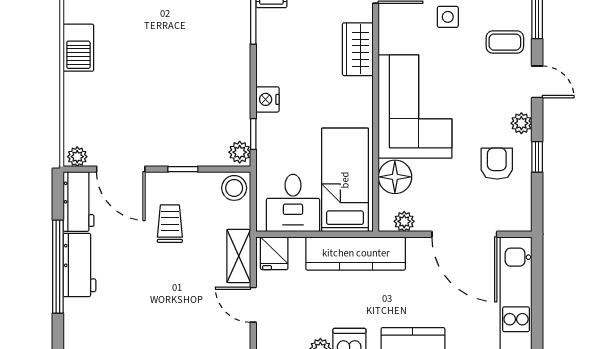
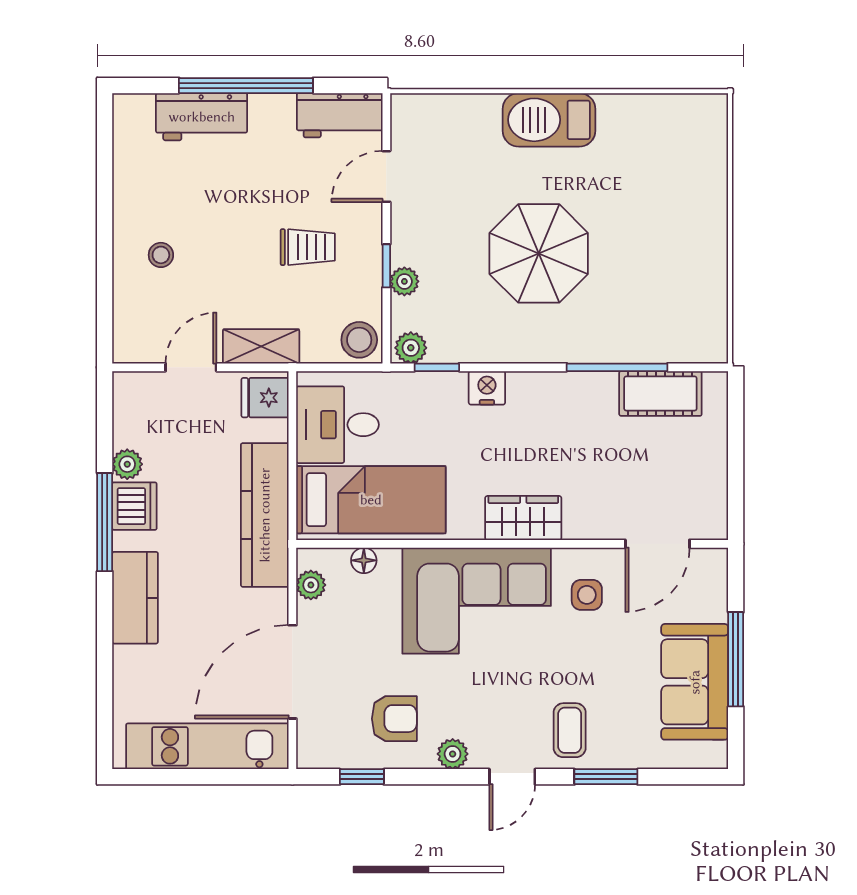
side table: (448, 17) -> (587, 595), moved
barbecue: (78, 48) -> (549, 120), width x1.37, depth x1.21
wardrobe: (358, 49) -> (523, 518), moved
parasol: (174, 63) -> (539, 253), added
plant: (77, 157) -> (404, 281), moved
window: (537, 157) -> (362, 777), moved
door: (121, 169) -> (386, 176), width x0.73
floor lamp: (395, 177) -> (364, 560), width x0.53, depth x0.53
workbench: (79, 265) -> (202, 117), moved
stool: (175, 325) -> (161, 255), added

